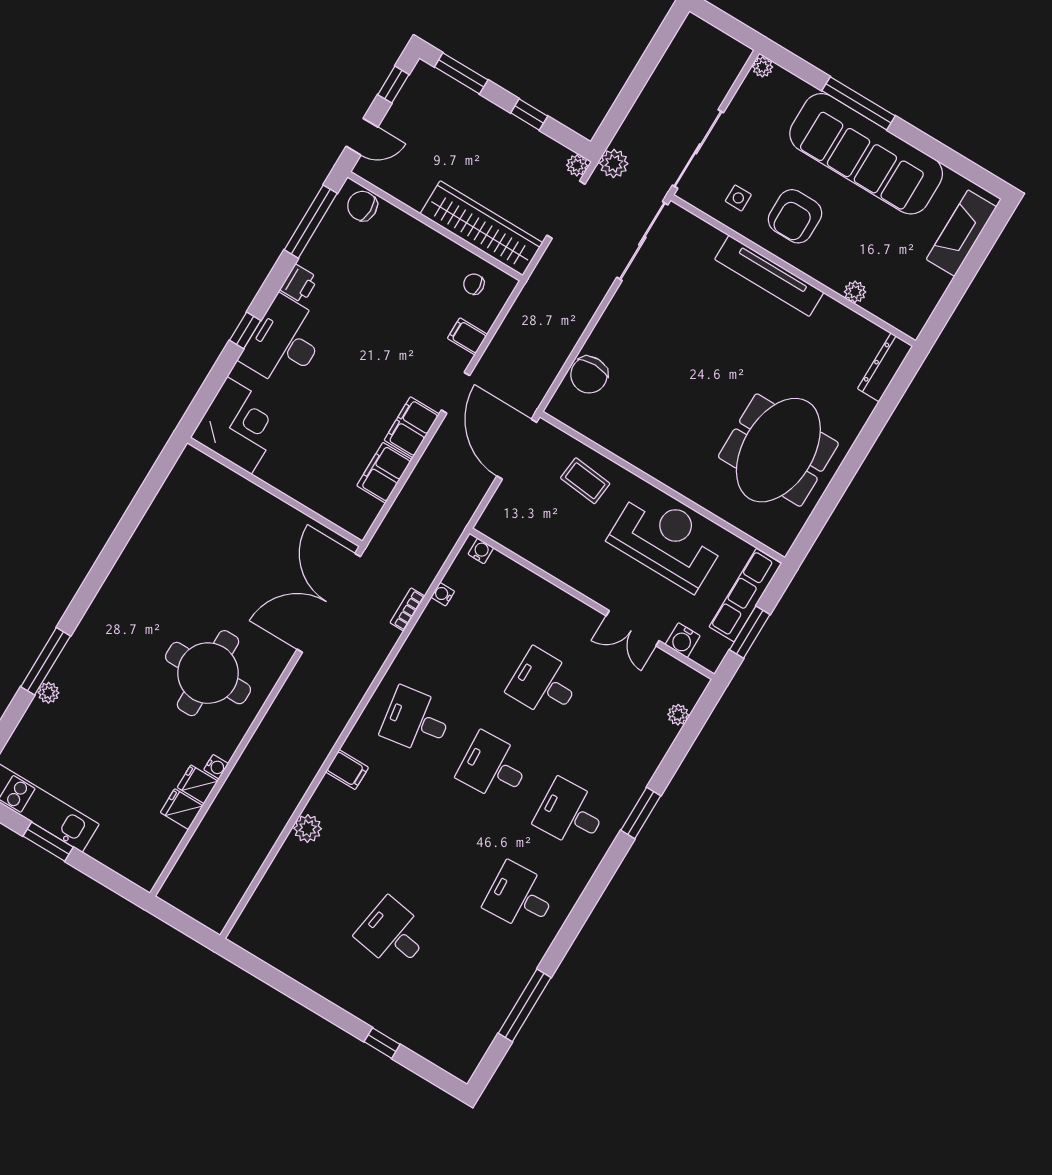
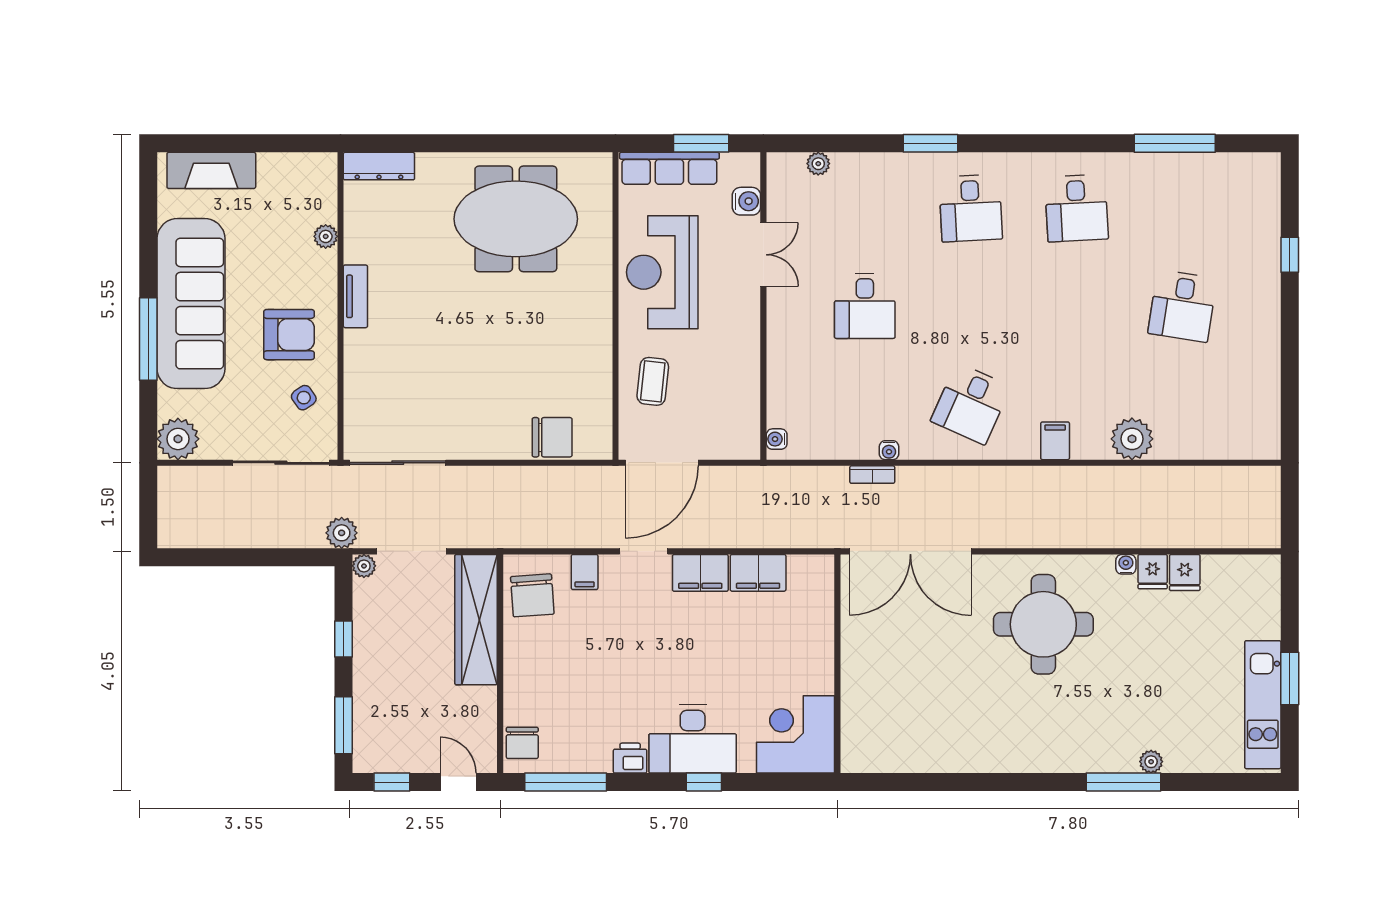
plant: (763, 67) -> (178, 439), width x1.88, depth x1.88
side table: (738, 198) -> (304, 398), turned -35
tv unit: (769, 276) -> (355, 296), width x0.52, depth x0.78
chair: (474, 284) -> (532, 595), width x1.87, depth x1.87
water cooler: (443, 594) -> (889, 450), moved
desk: (416, 721) -> (971, 404), turned 33
desk: (493, 767) -> (971, 306), removed
plant: (308, 828) -> (1132, 439), width x1.36, depth x1.36

